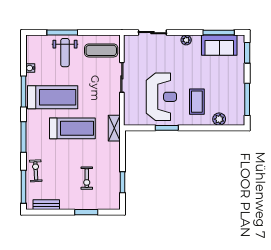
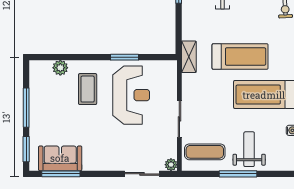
window: (62, 33) -> (238, 174), moved
plant: (186, 40) -> (171, 165), moved
reception desk: (161, 97) -> (131, 95), turned 180
window: (247, 99) -> (26, 108), moved
treadmill: (72, 128) -> (240, 56), turned 180

